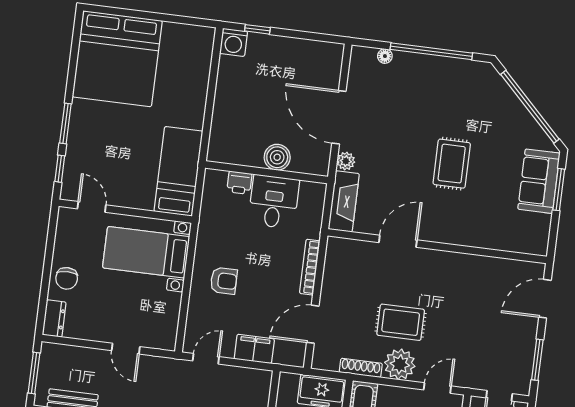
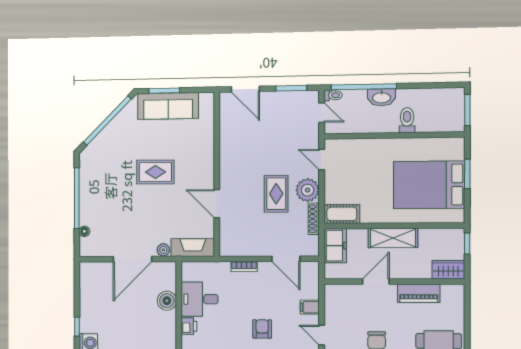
sofa: (539, 181) -> (168, 106), width x1.36
bookcase: (310, 267) -> (244, 267), width x0.64
filing cabinet: (254, 349) -> (310, 307), width x0.50

